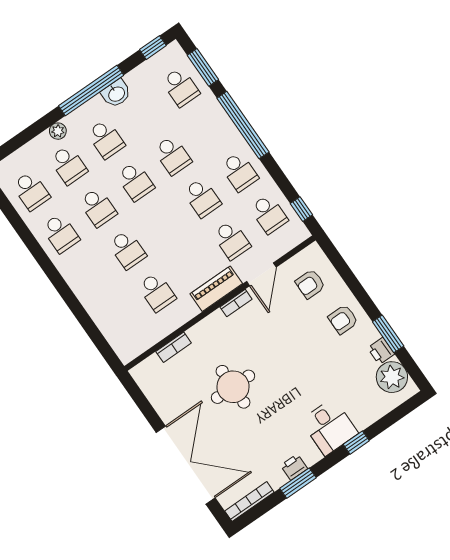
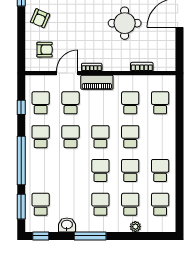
window: (91, 90) -> (90, 236), width x0.68
washbasin: (116, 94) -> (67, 225), moved
plant: (58, 131) -> (135, 227), moved
school desk: (173, 155) -> (100, 137), moved
window: (301, 209) -> (21, 107), moved
school desk: (119, 318) -> (160, 103), added
armchair: (343, 319) -> (40, 18), turned 113

